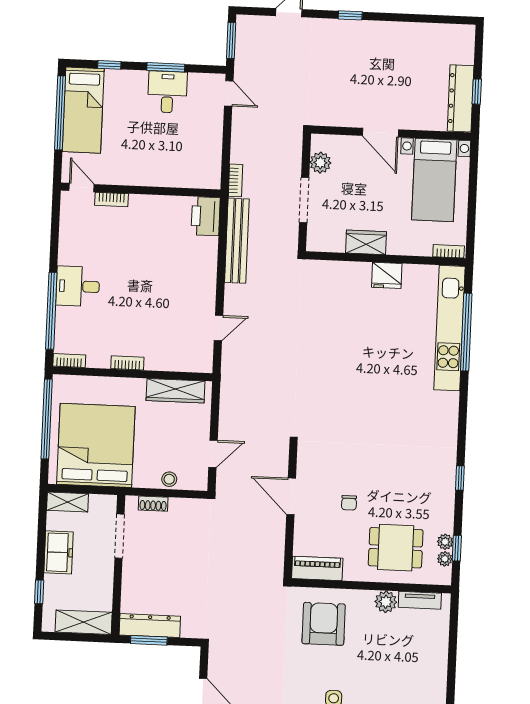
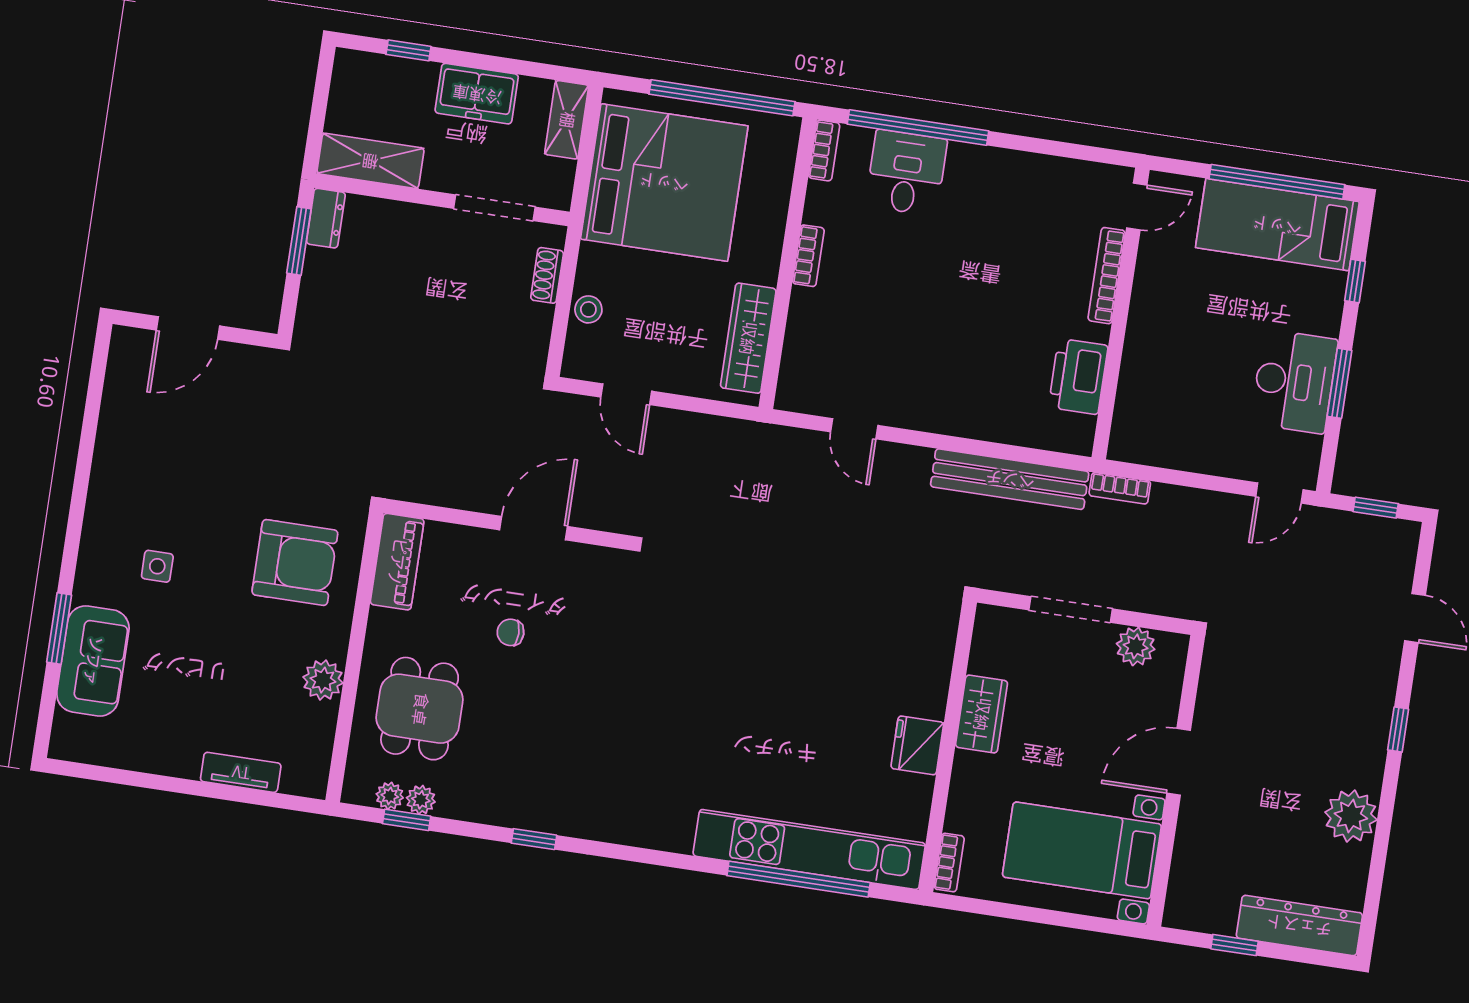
plant: (400, 36) -> (1351, 816), added
window: (231, 40) -> (1376, 508), width x0.67
desk: (167, 92) -> (1294, 381), width x1.37
dresser: (461, 98) -> (1299, 925), moved
bookcase: (111, 199) -> (1107, 276), width x1.56
printer: (206, 216) -> (1078, 376), moved, turned -90
desk: (78, 286) -> (906, 173), moved
tv unit: (420, 600) -> (241, 772), moved, turned 90
shelving: (84, 622) -> (370, 161), moved, turned 90
dresser: (150, 626) -> (326, 218), width x0.51, depth x0.80

